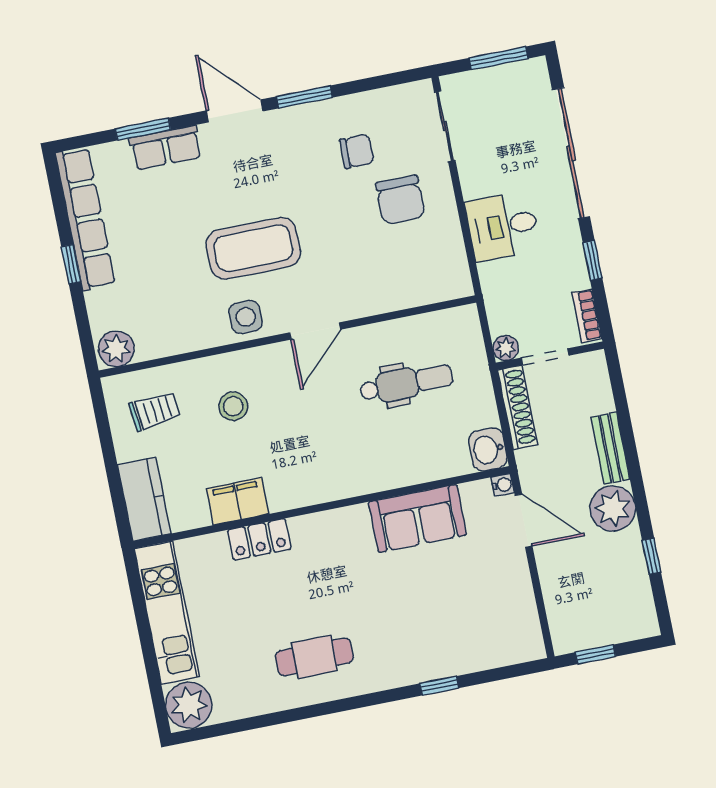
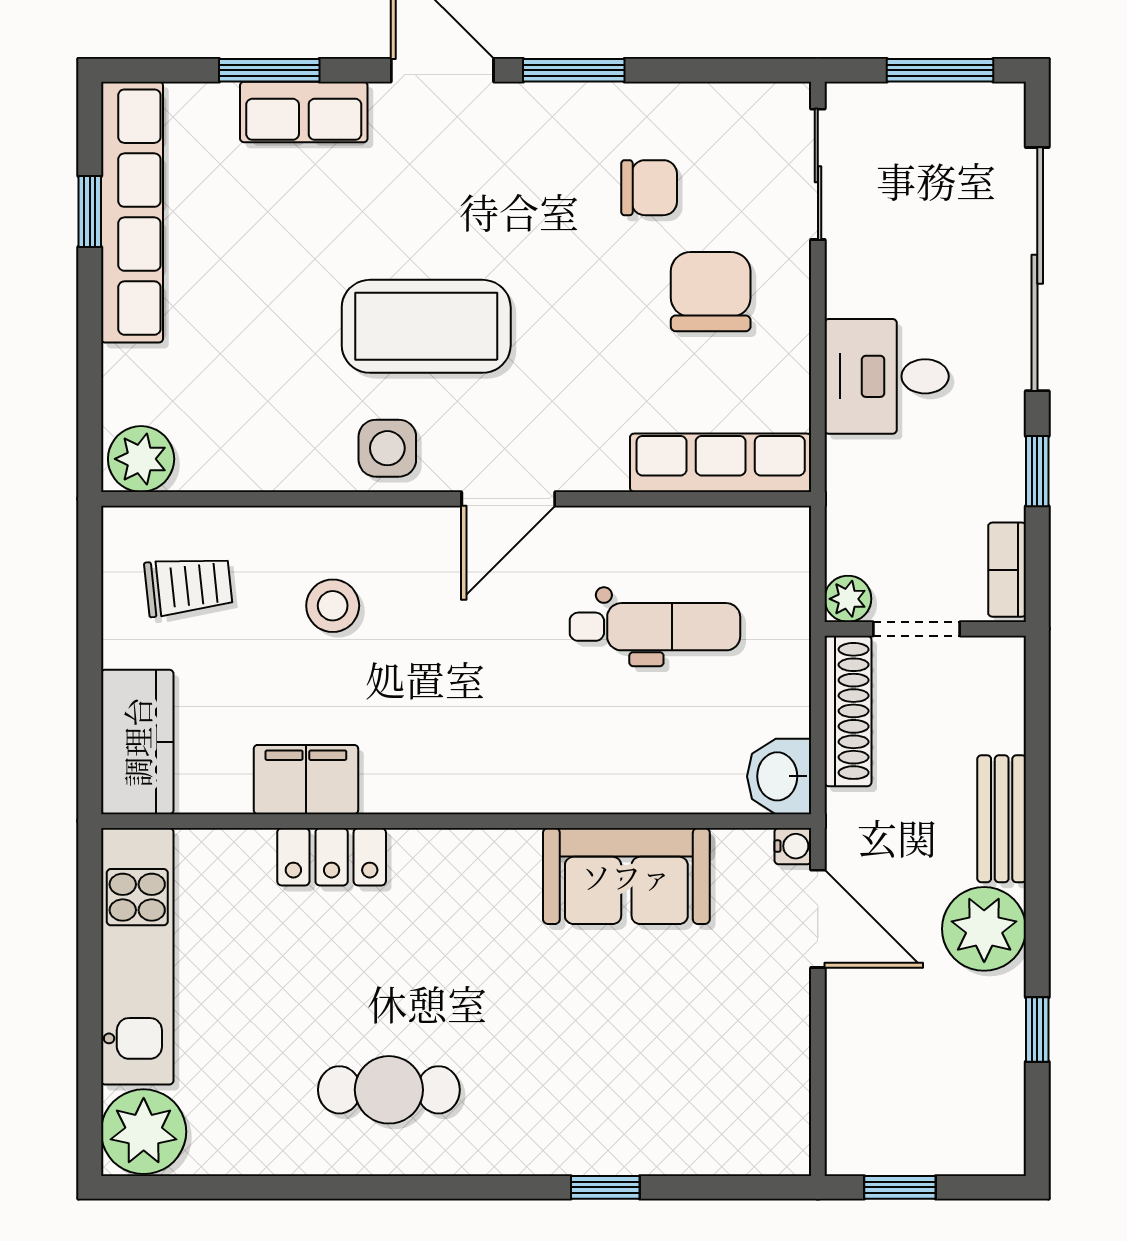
chair: (400, 200) -> (711, 292), turned 180
window: (71, 264) -> (90, 211), moved
row of seats: (424, 289) -> (721, 463), added

